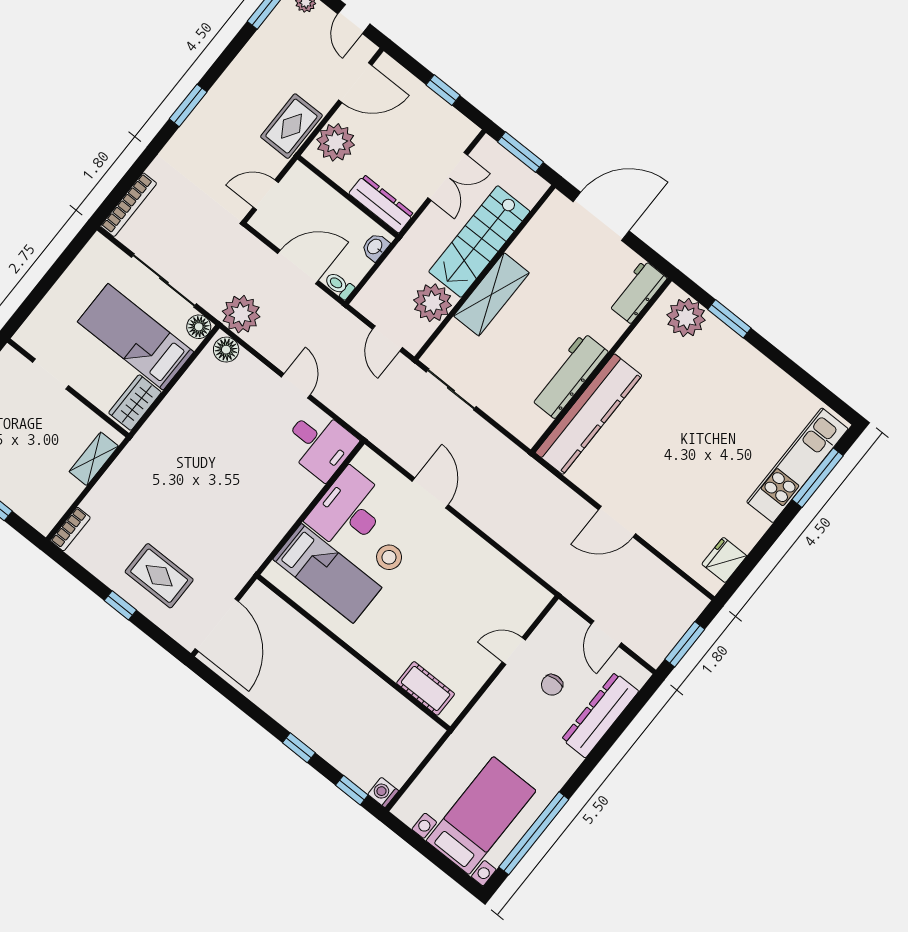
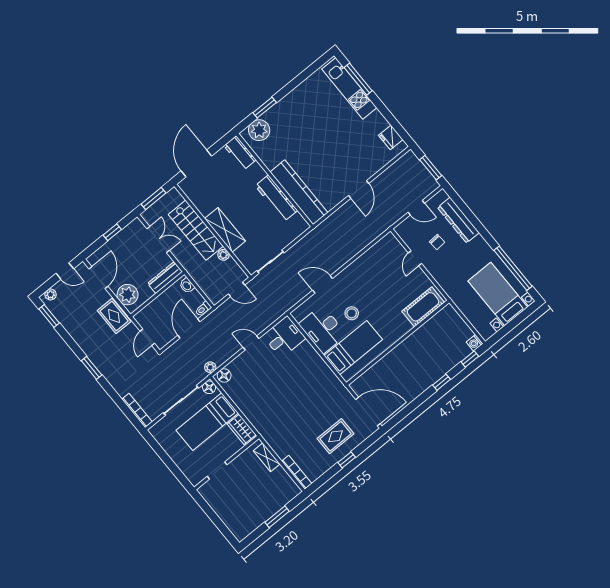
plant: (433, 303) -> (223, 255), width x0.53, depth x0.53
plant: (241, 314) -> (210, 367), width x0.53, depth x0.53
bookcase: (70, 529) -> (297, 472), width x1.56
cot: (426, 688) -> (423, 307), width x1.37, depth x1.34

